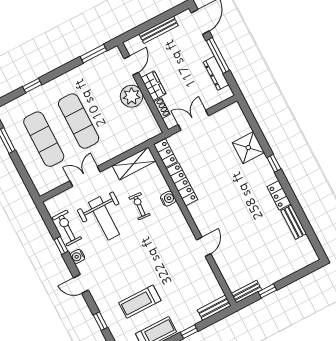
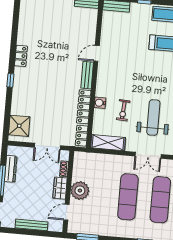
shower: (248, 148) -> (19, 126), moved
bench: (294, 222) -> (87, 75), moved

